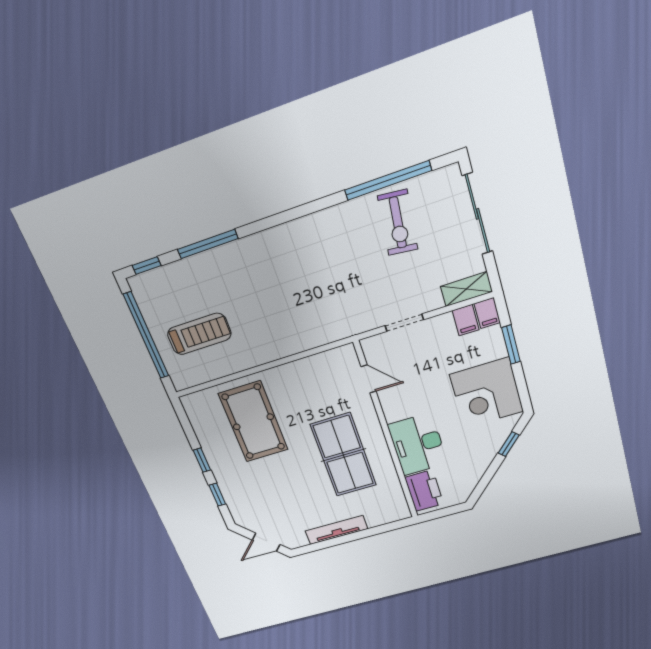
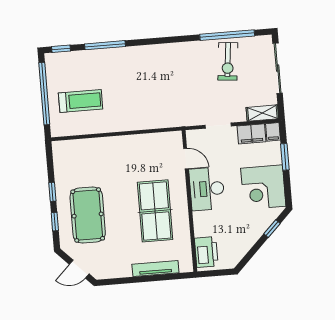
filing cabinet: (466, 320) -> (251, 134), width x2.00
pool table: (253, 422) -> (88, 215), moved
desk: (418, 444) -> (207, 189), moved
tv unit: (336, 530) -> (155, 269), moved

